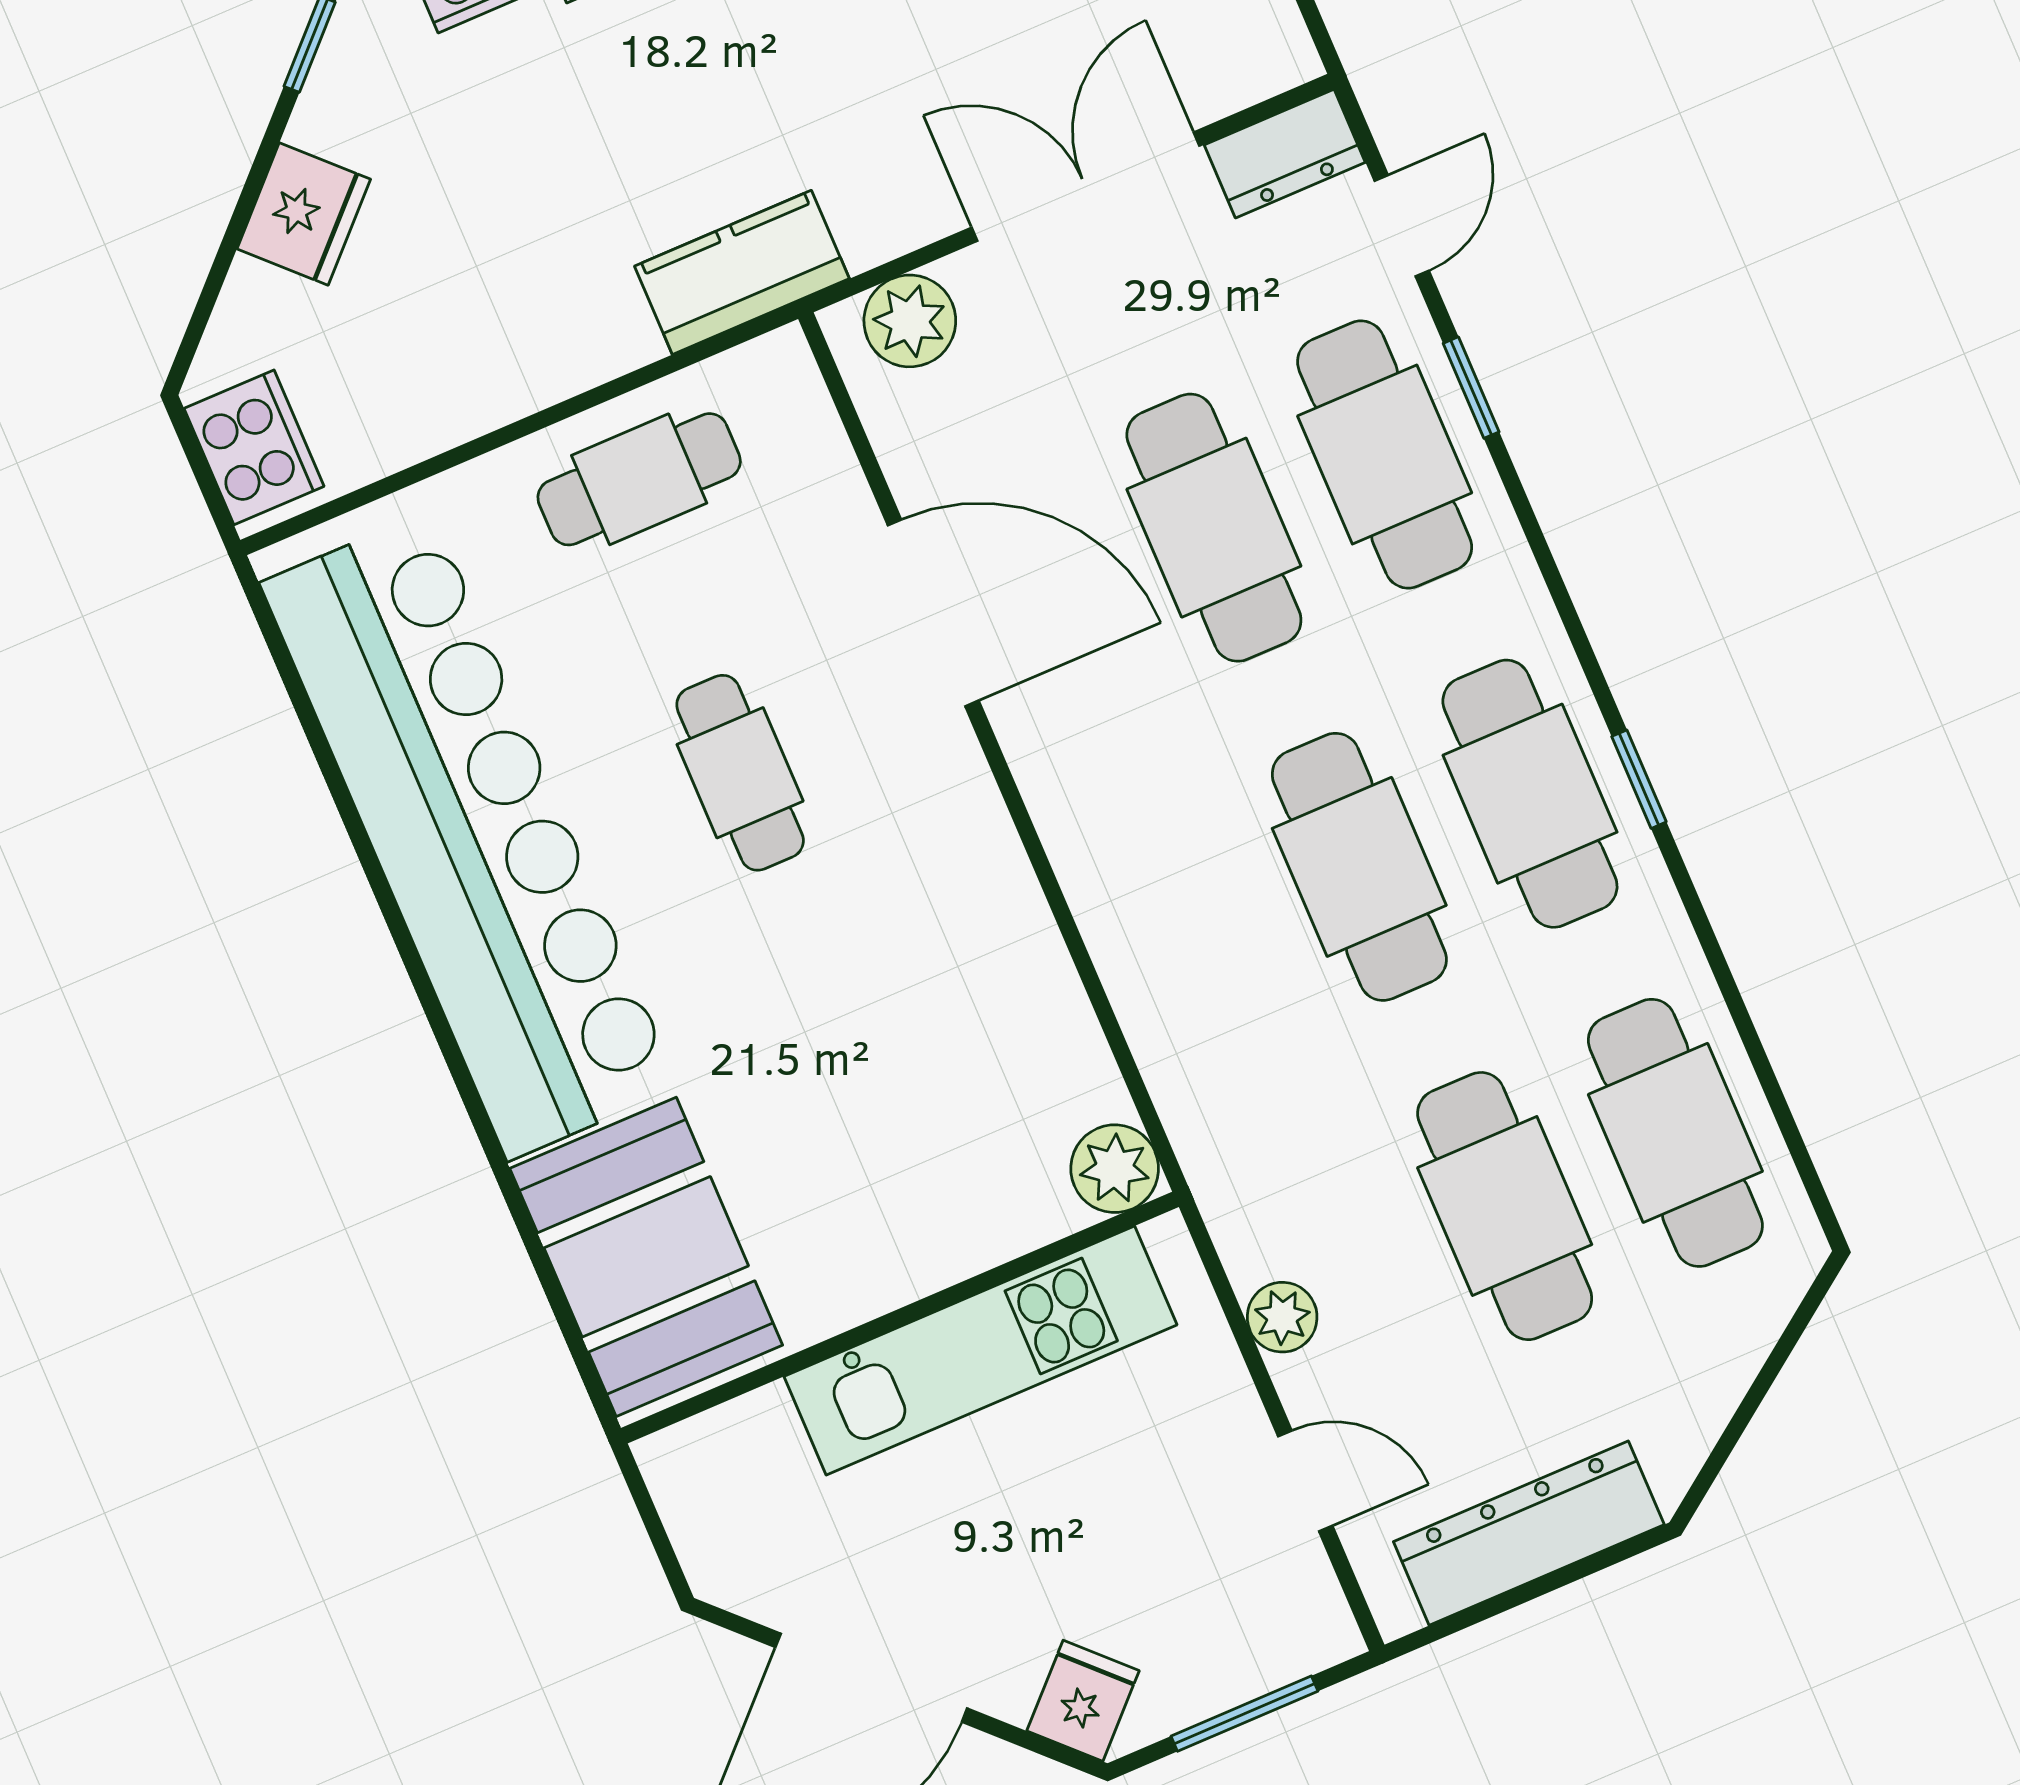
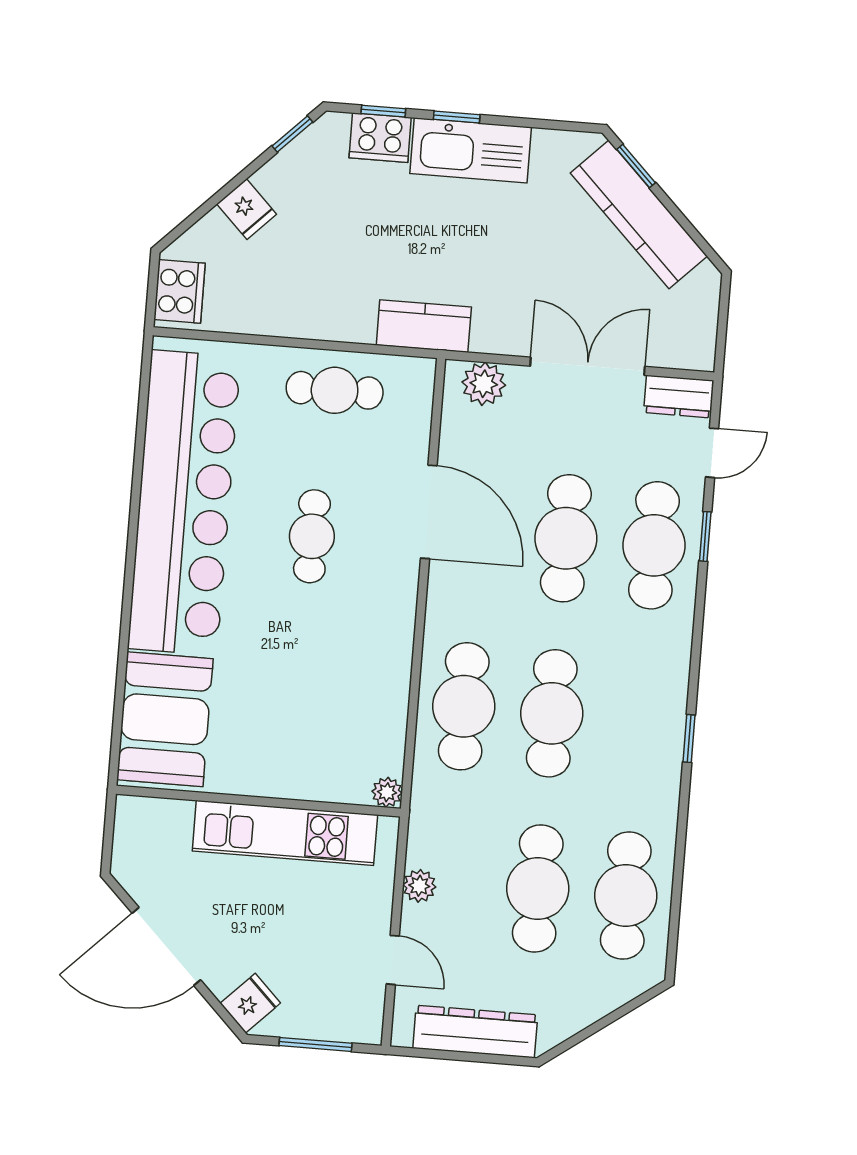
fridge: (304, 214) -> (247, 209), width x0.72
cafe table: (1530, 794) -> (464, 706), moved
plant: (1115, 1169) -> (387, 792), width x0.73, depth x0.73

